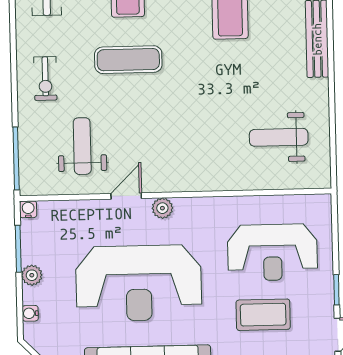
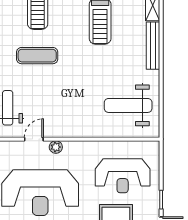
weight bench: (279, 137) -> (128, 105), width x1.36, depth x1.33

